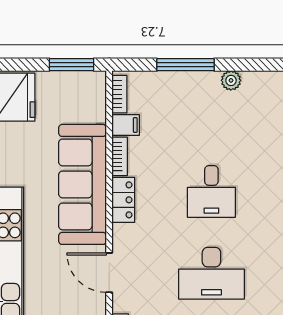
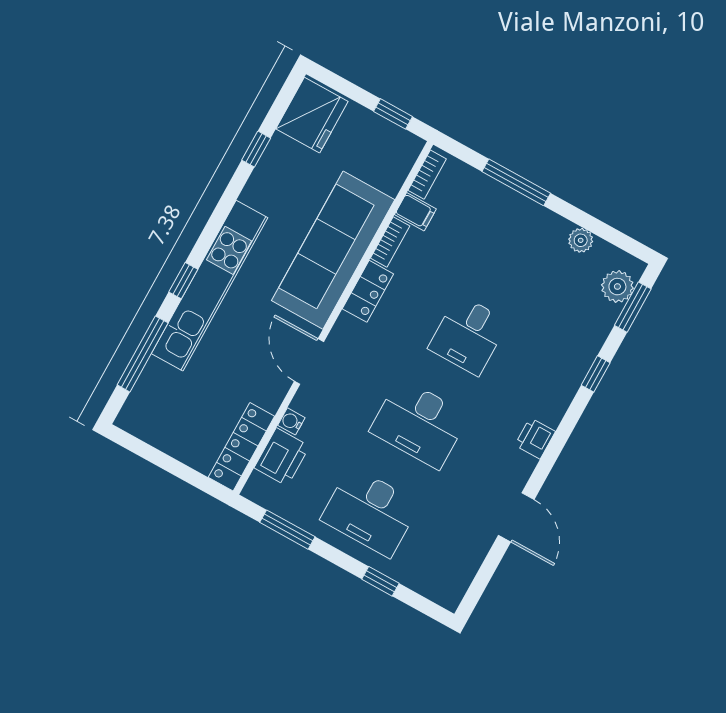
window: (71, 65) -> (393, 114), width x0.67
plant: (231, 80) -> (581, 240), moved

